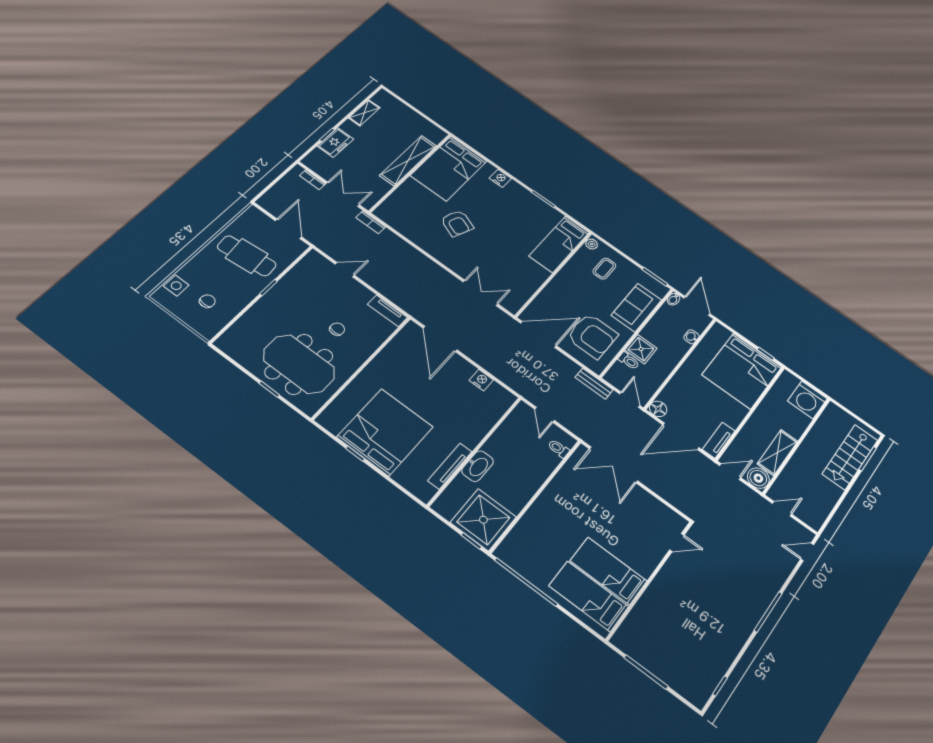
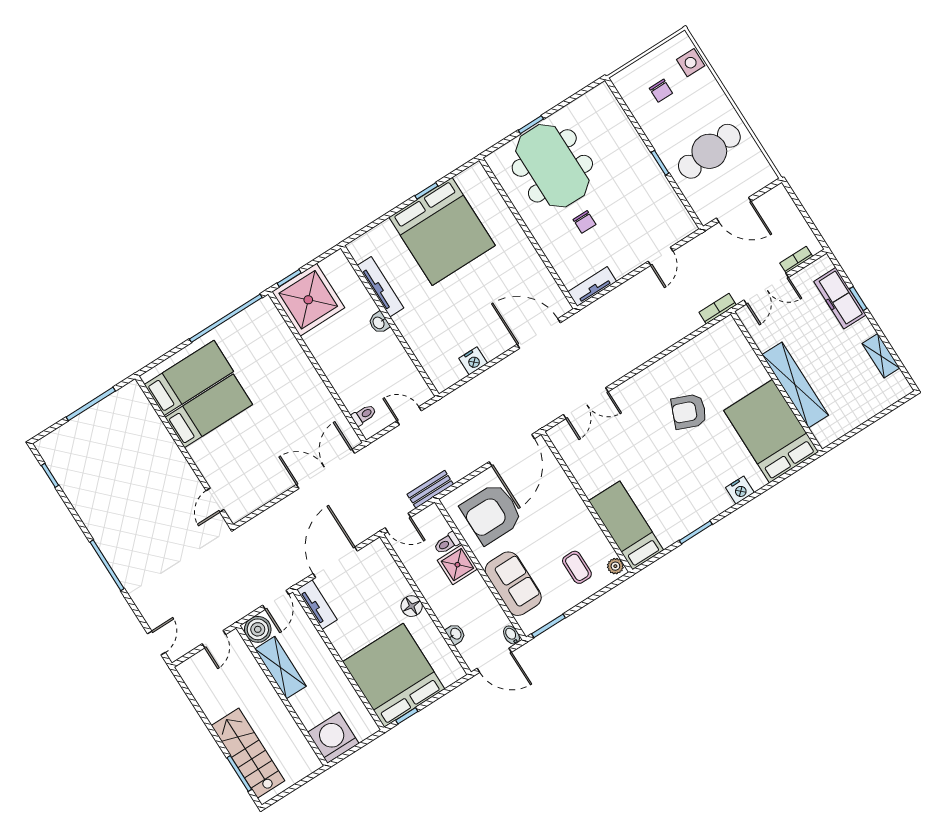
freezer: (335, 143) -> (840, 298), width x1.40
meeting table: (299, 364) -> (552, 166), turned 90
floor lamp: (658, 409) -> (412, 606), moved
washbasin: (478, 466) -> (379, 323), width x0.52, depth x0.69

